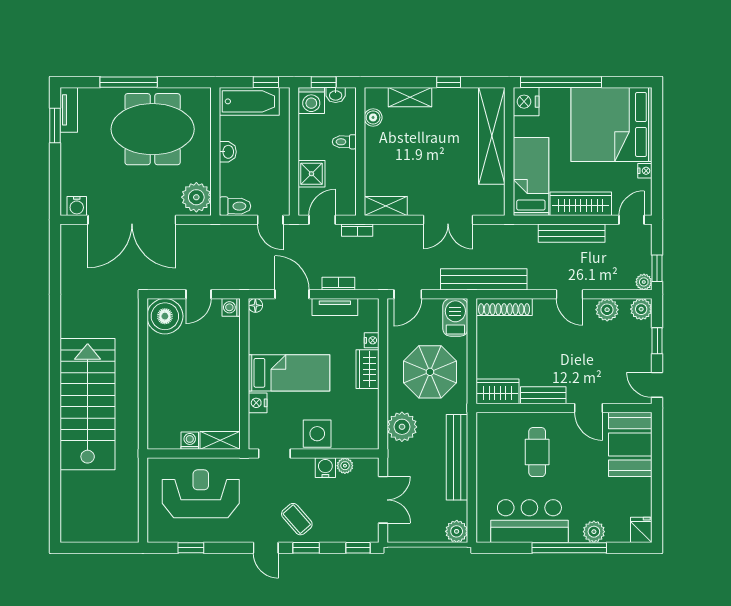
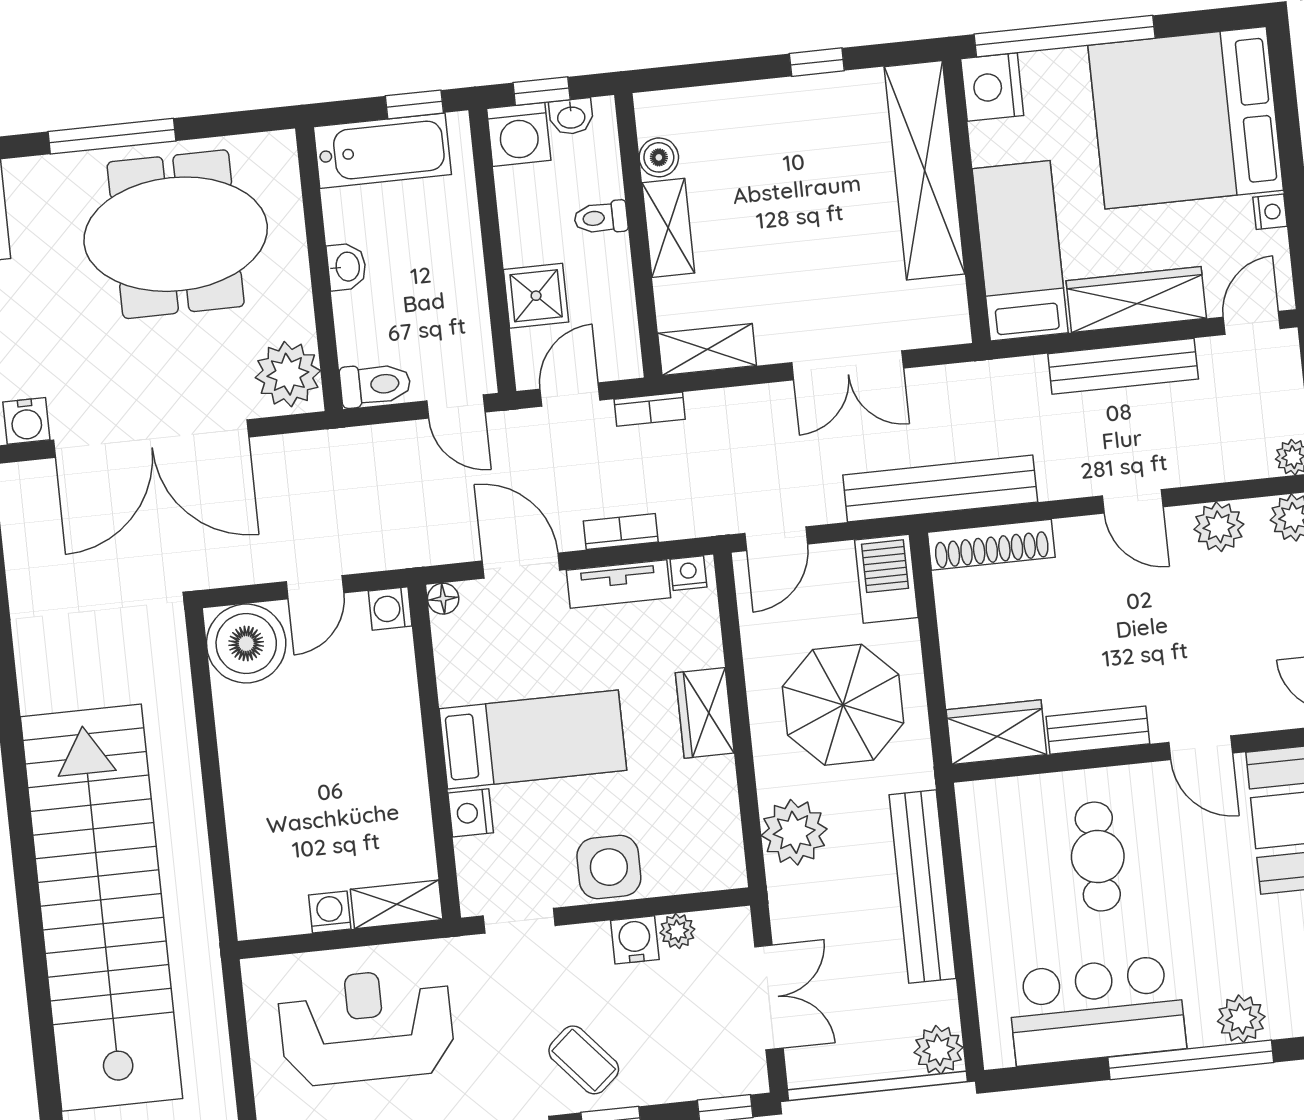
shelving: (410, 97) -> (668, 228), moved, turned 90
nightstand: (372, 340) -> (688, 573), moved, turned -90
stairs: (88, 404) -> (102, 908), width x1.36

